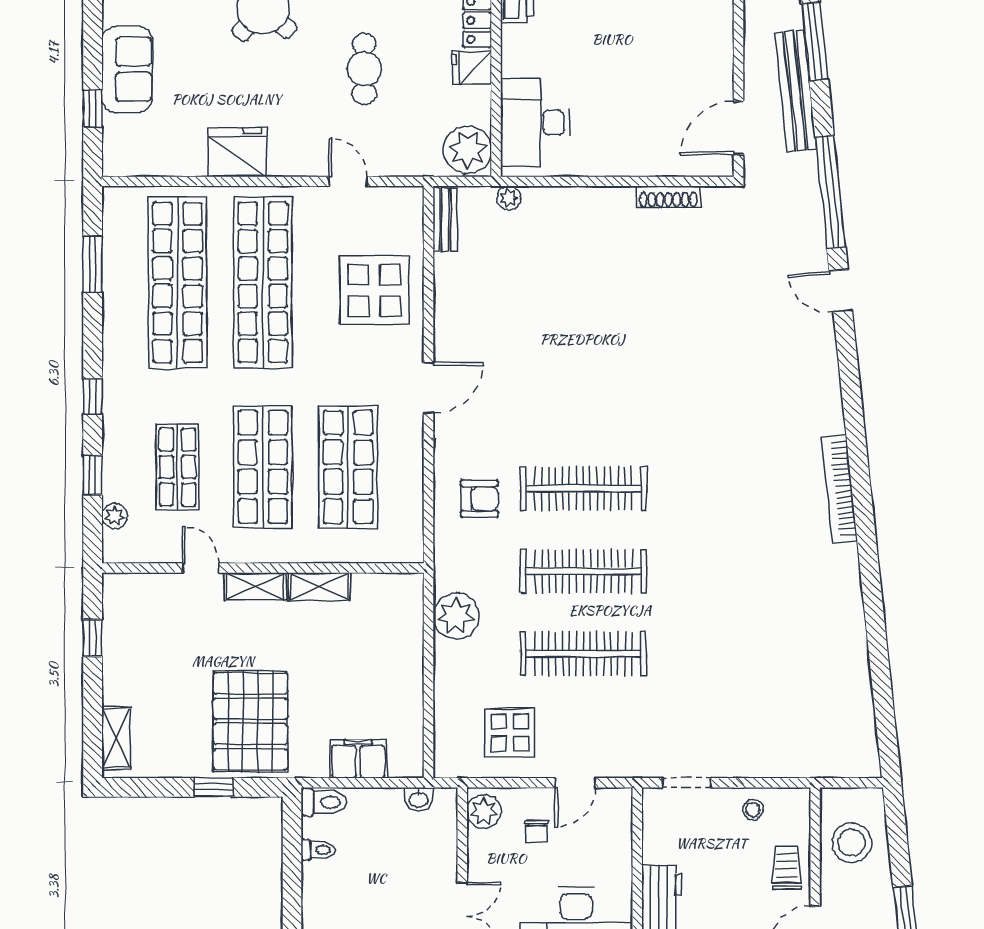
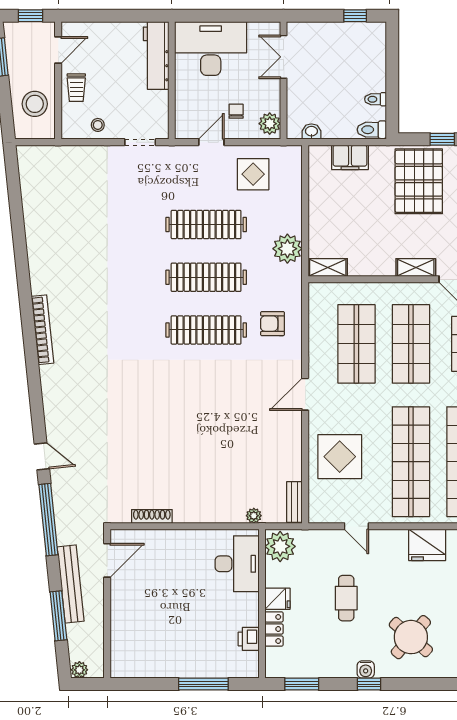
shelving: (319, 586) -> (328, 267), moved

